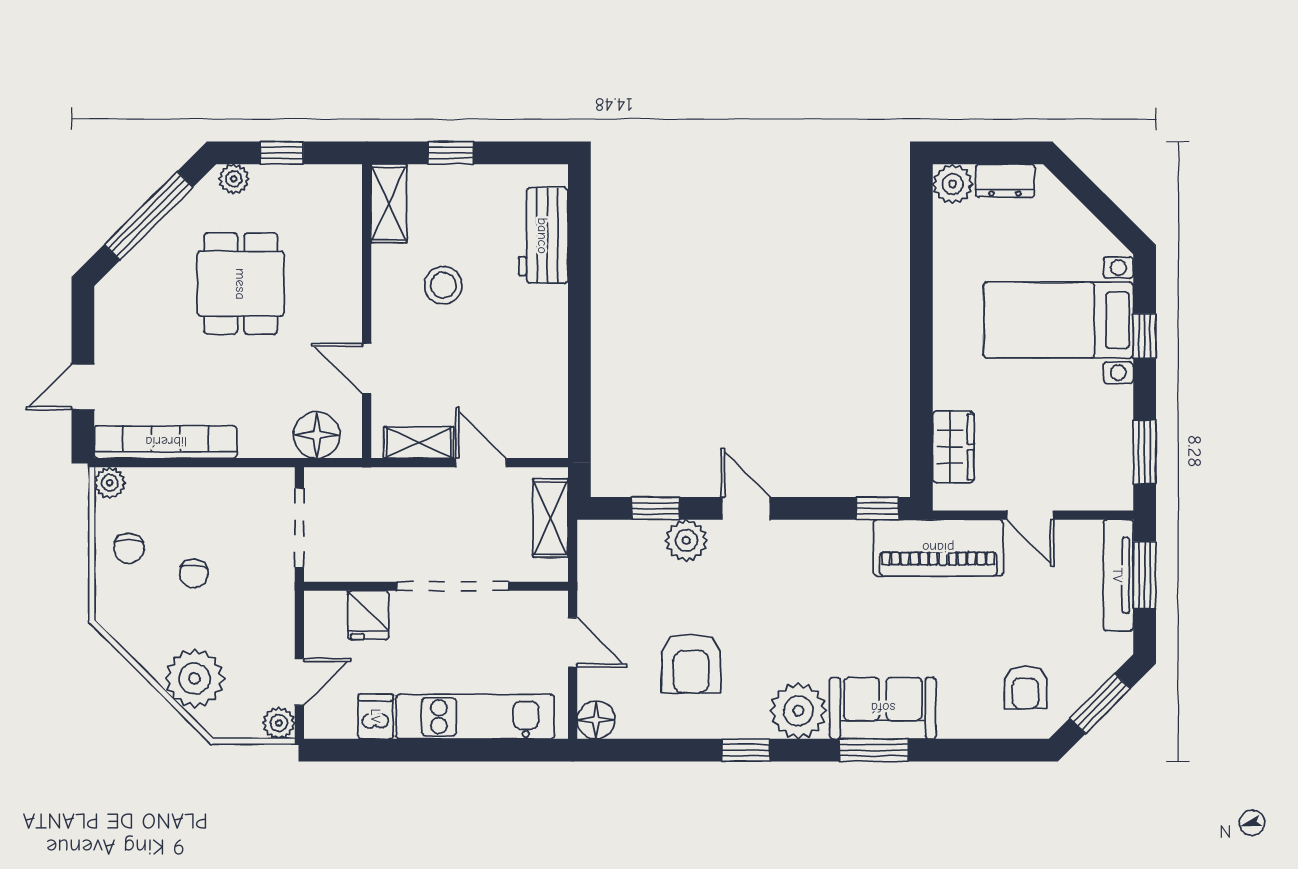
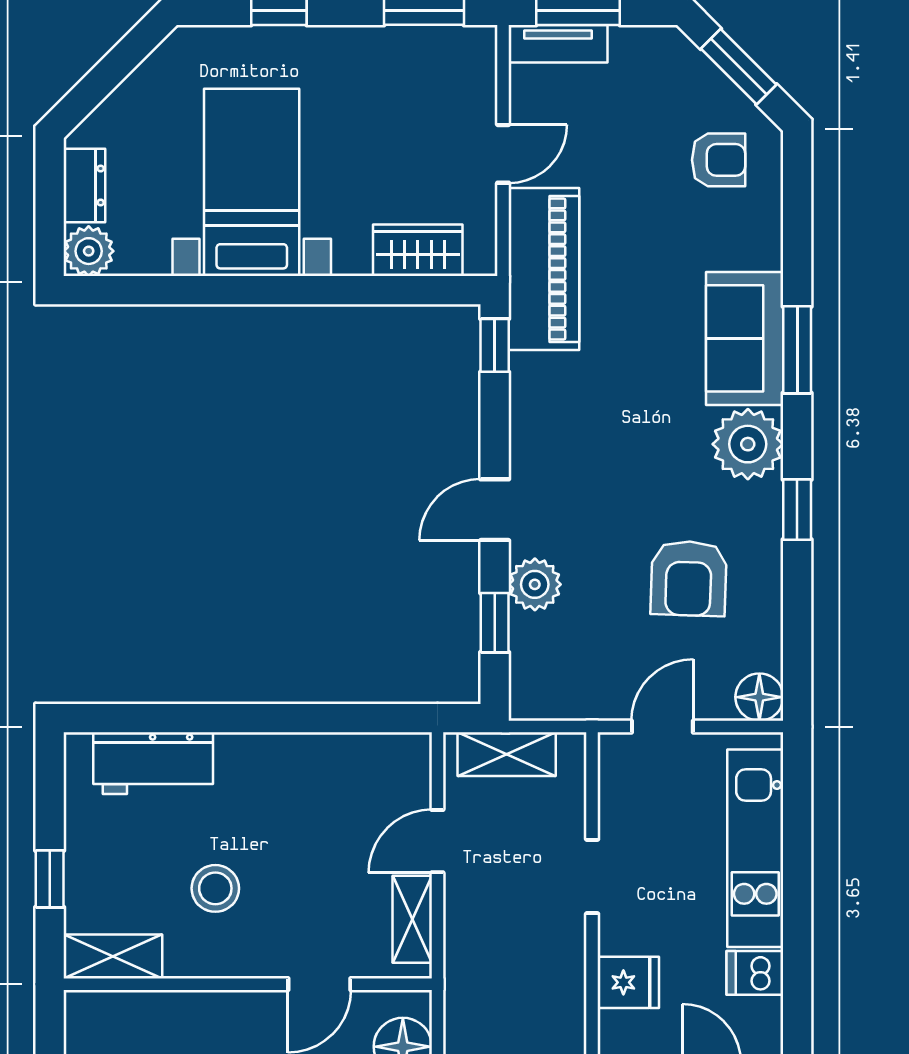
bed with nightstands: (1058, 320) -> (252, 182), moved, turned 180
tv unit: (1118, 575) -> (558, 44), width x0.71
doorway: (453, 586) -> (592, 877), width x0.53
armchair: (691, 663) -> (689, 578), turned 92

